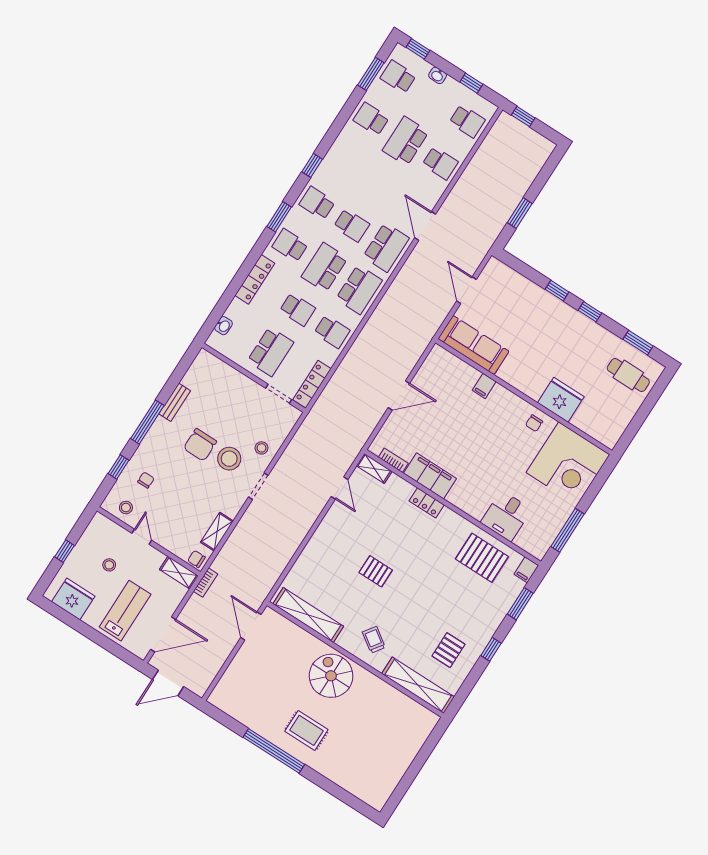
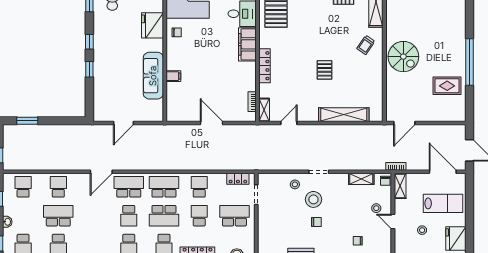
school desk: (406, 141) -> (58, 216), turned 180
window: (520, 213) -> (27, 121), moved
school desk: (352, 225) -> (129, 216), turned 180
sofa: (473, 345) -> (153, 76), moved
locker: (312, 384) -> (238, 179), width x0.66
chair: (200, 445) -> (316, 222), width x0.54, depth x0.54
filing cabinet: (430, 476) -> (247, 44), moved
locker: (427, 503) -> (265, 66), width x1.53
stool: (126, 508) -> (376, 208), moved
door: (142, 537) -> (393, 222), hinge flipped
lab bench: (125, 611) -> (443, 203), turned 180
shelving: (308, 615) -> (344, 115), moved, turned 90
spiral stairs: (331, 676) -> (403, 57), turned -90
rug: (306, 730) -> (447, 86), moved, turned 90

